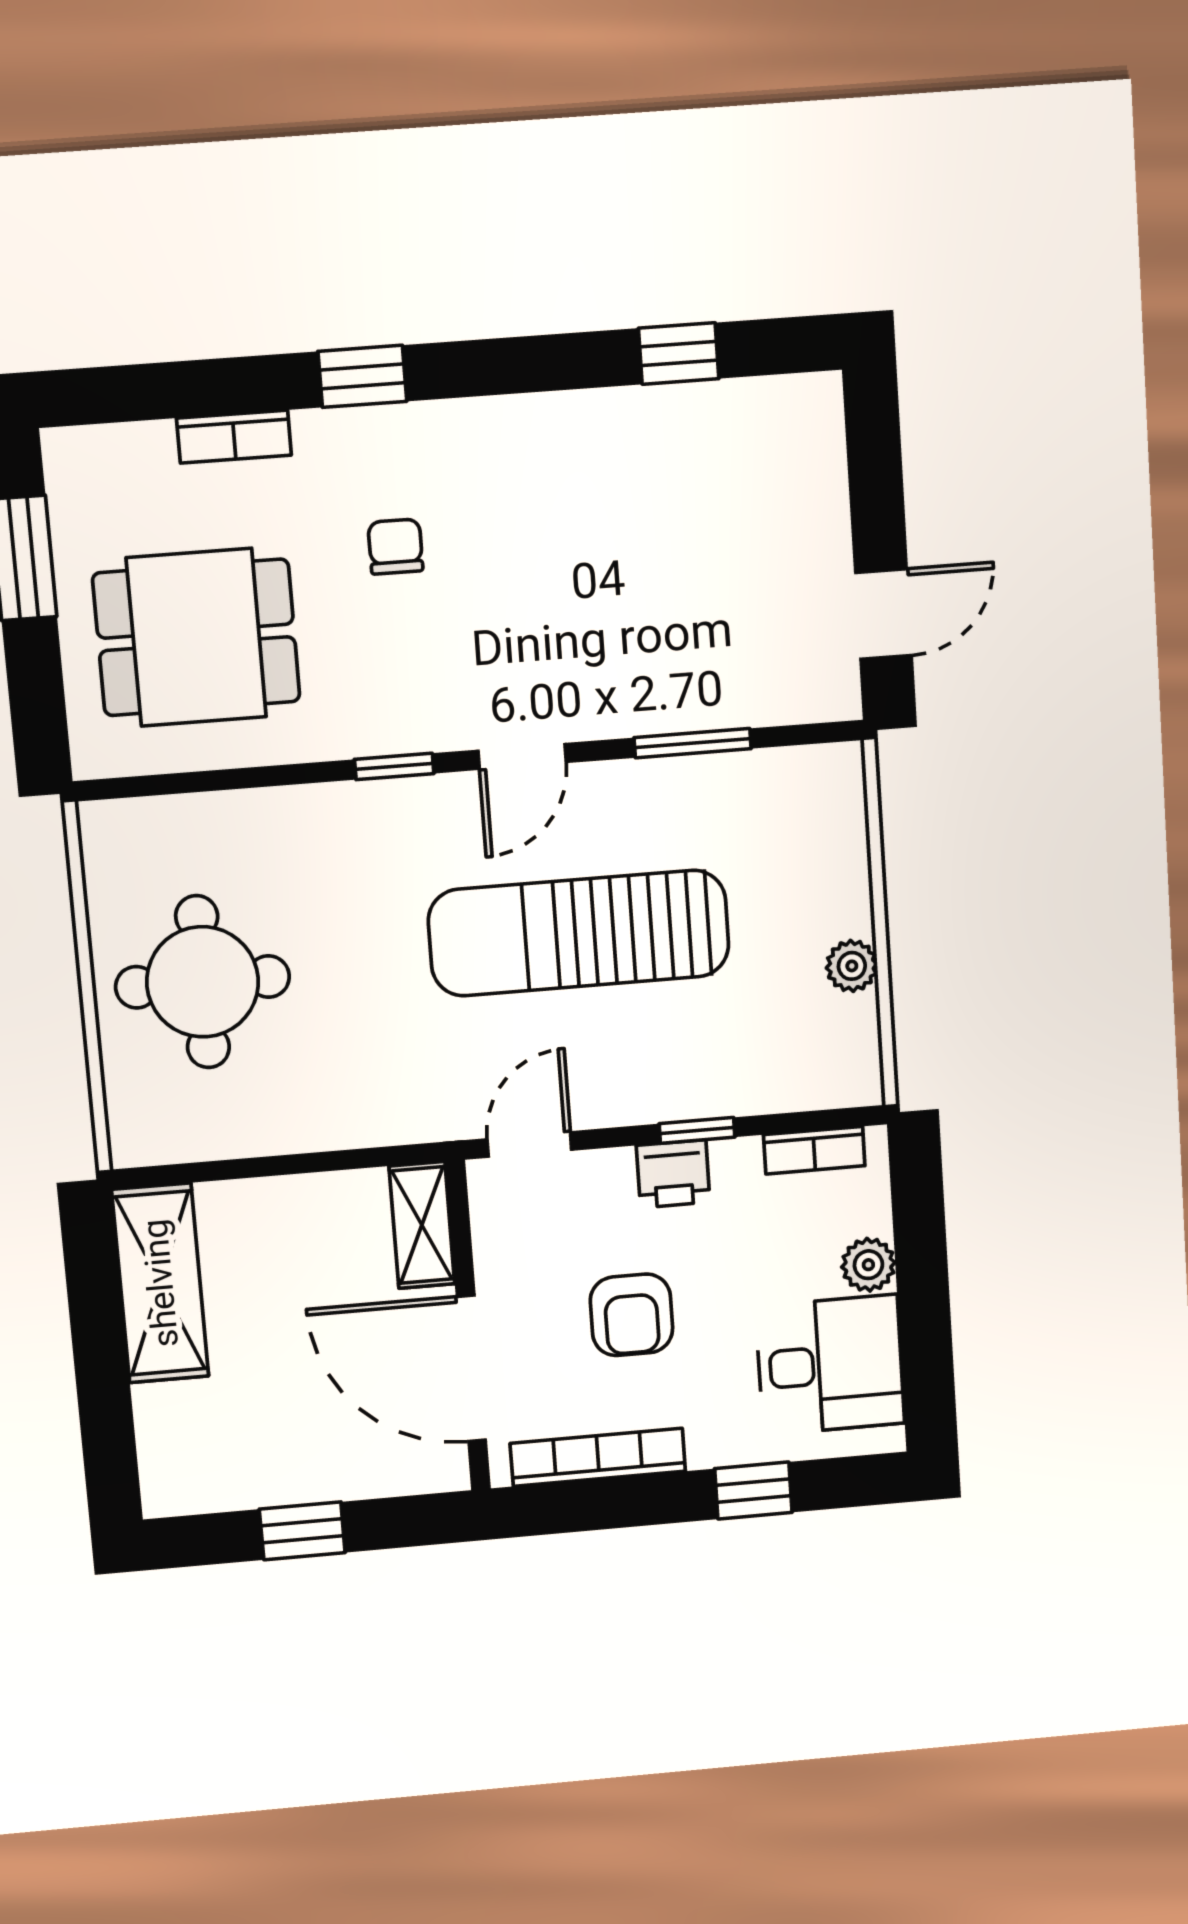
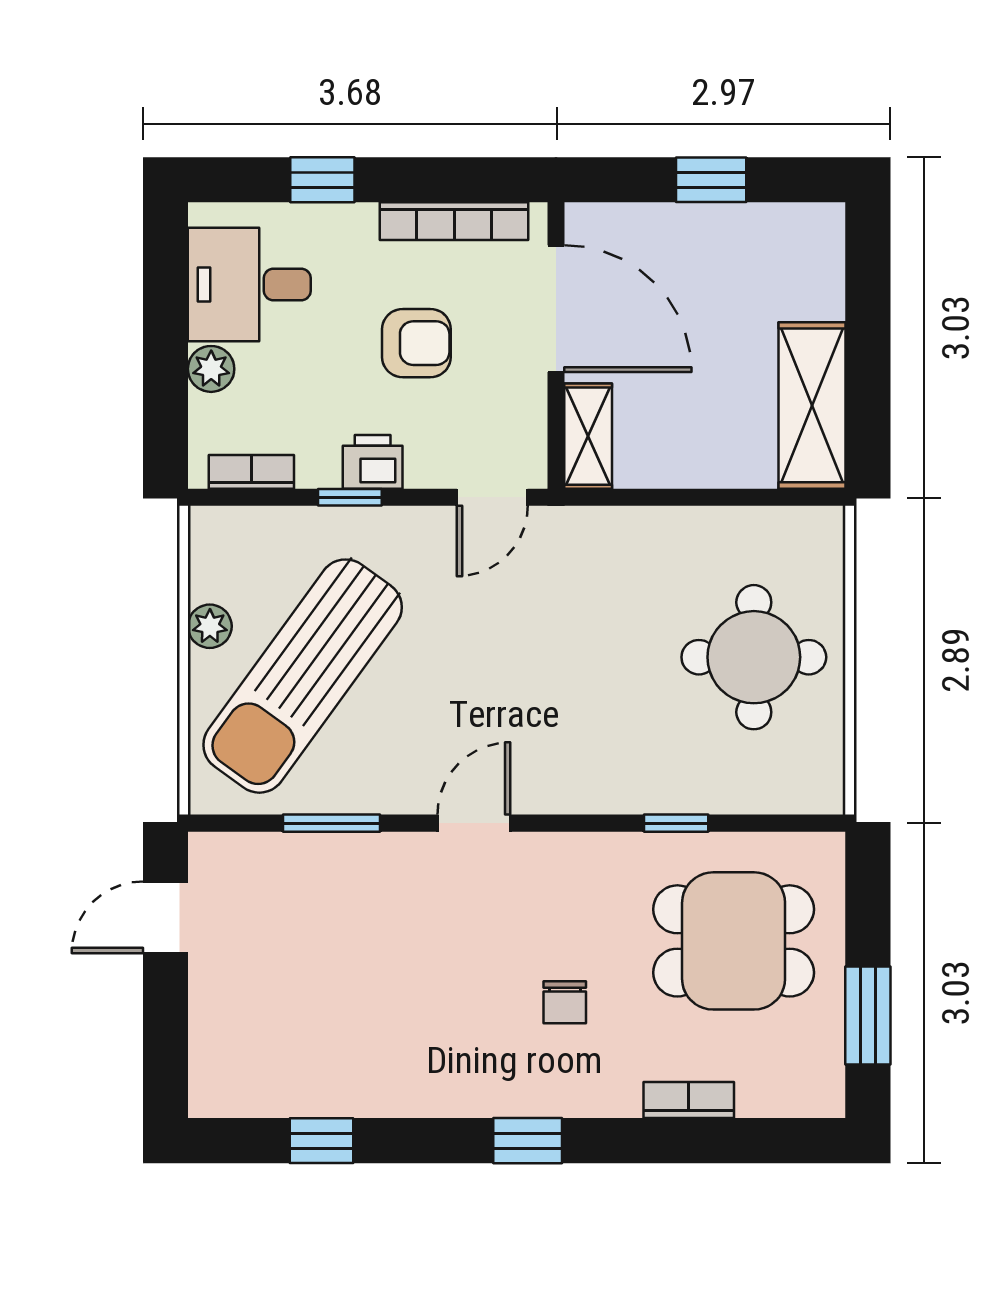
window: (362, 376) -> (528, 1141), moved
window: (394, 766) -> (676, 823), moved
sun lounger: (579, 933) -> (303, 676), moved, turned 126
armchair: (631, 1315) -> (416, 343), turned 90

